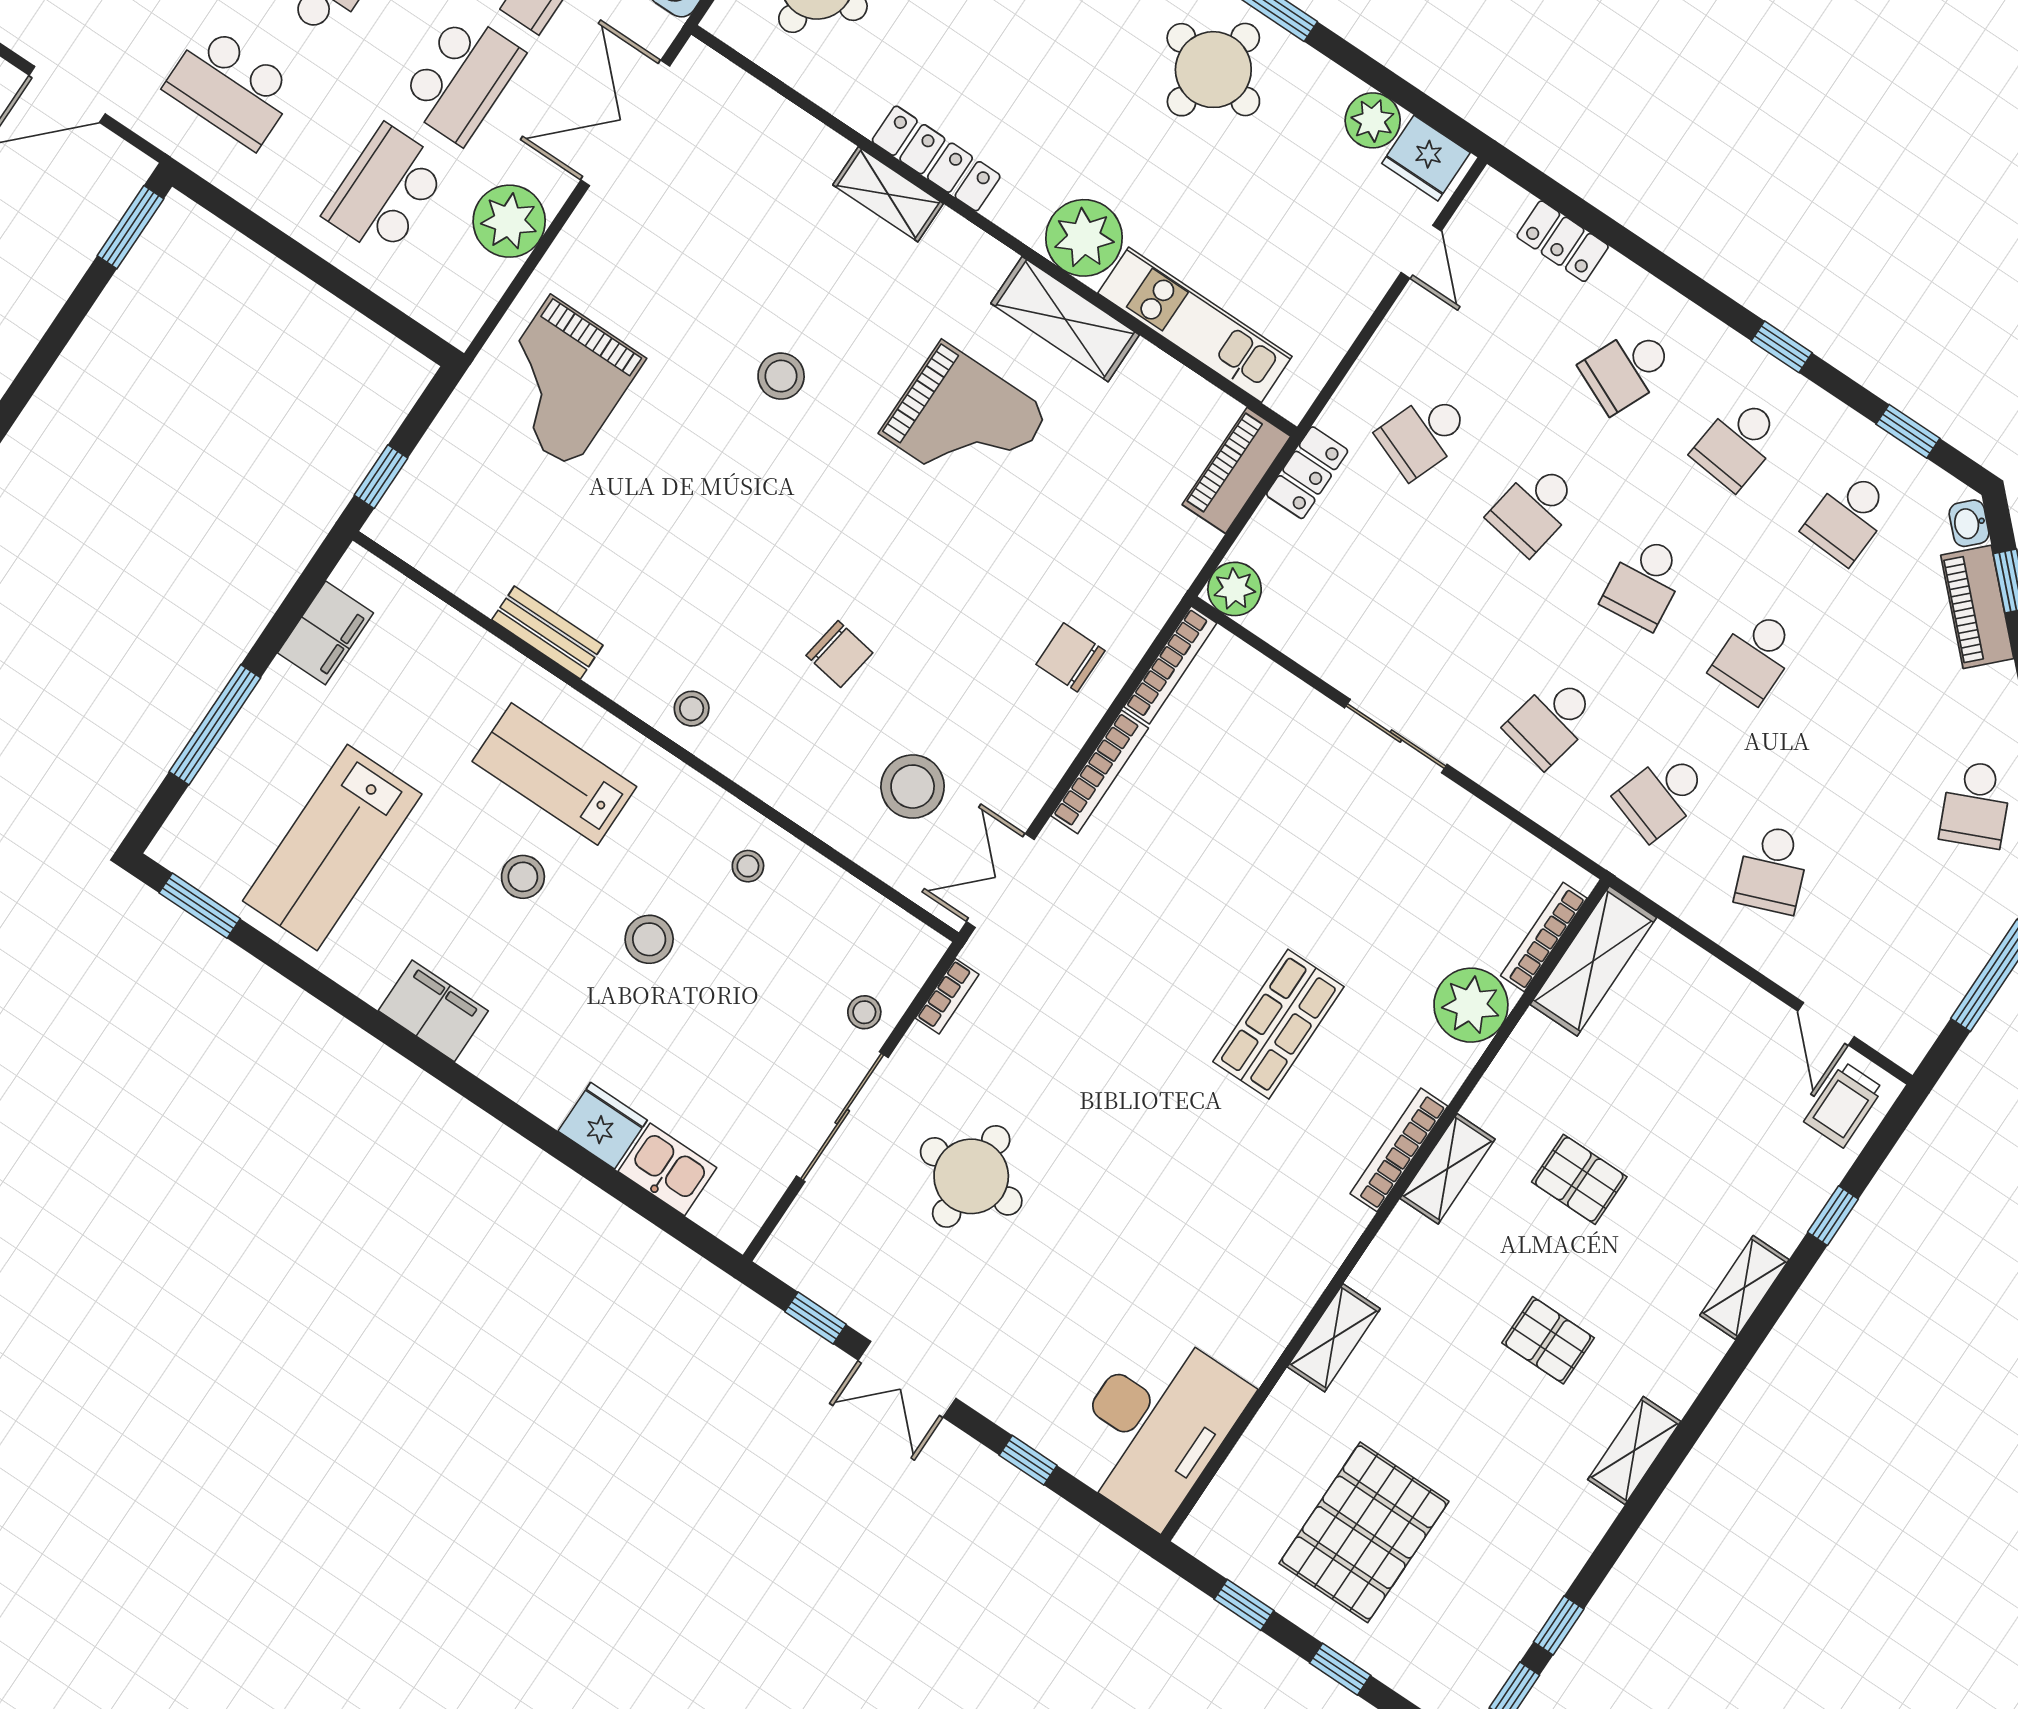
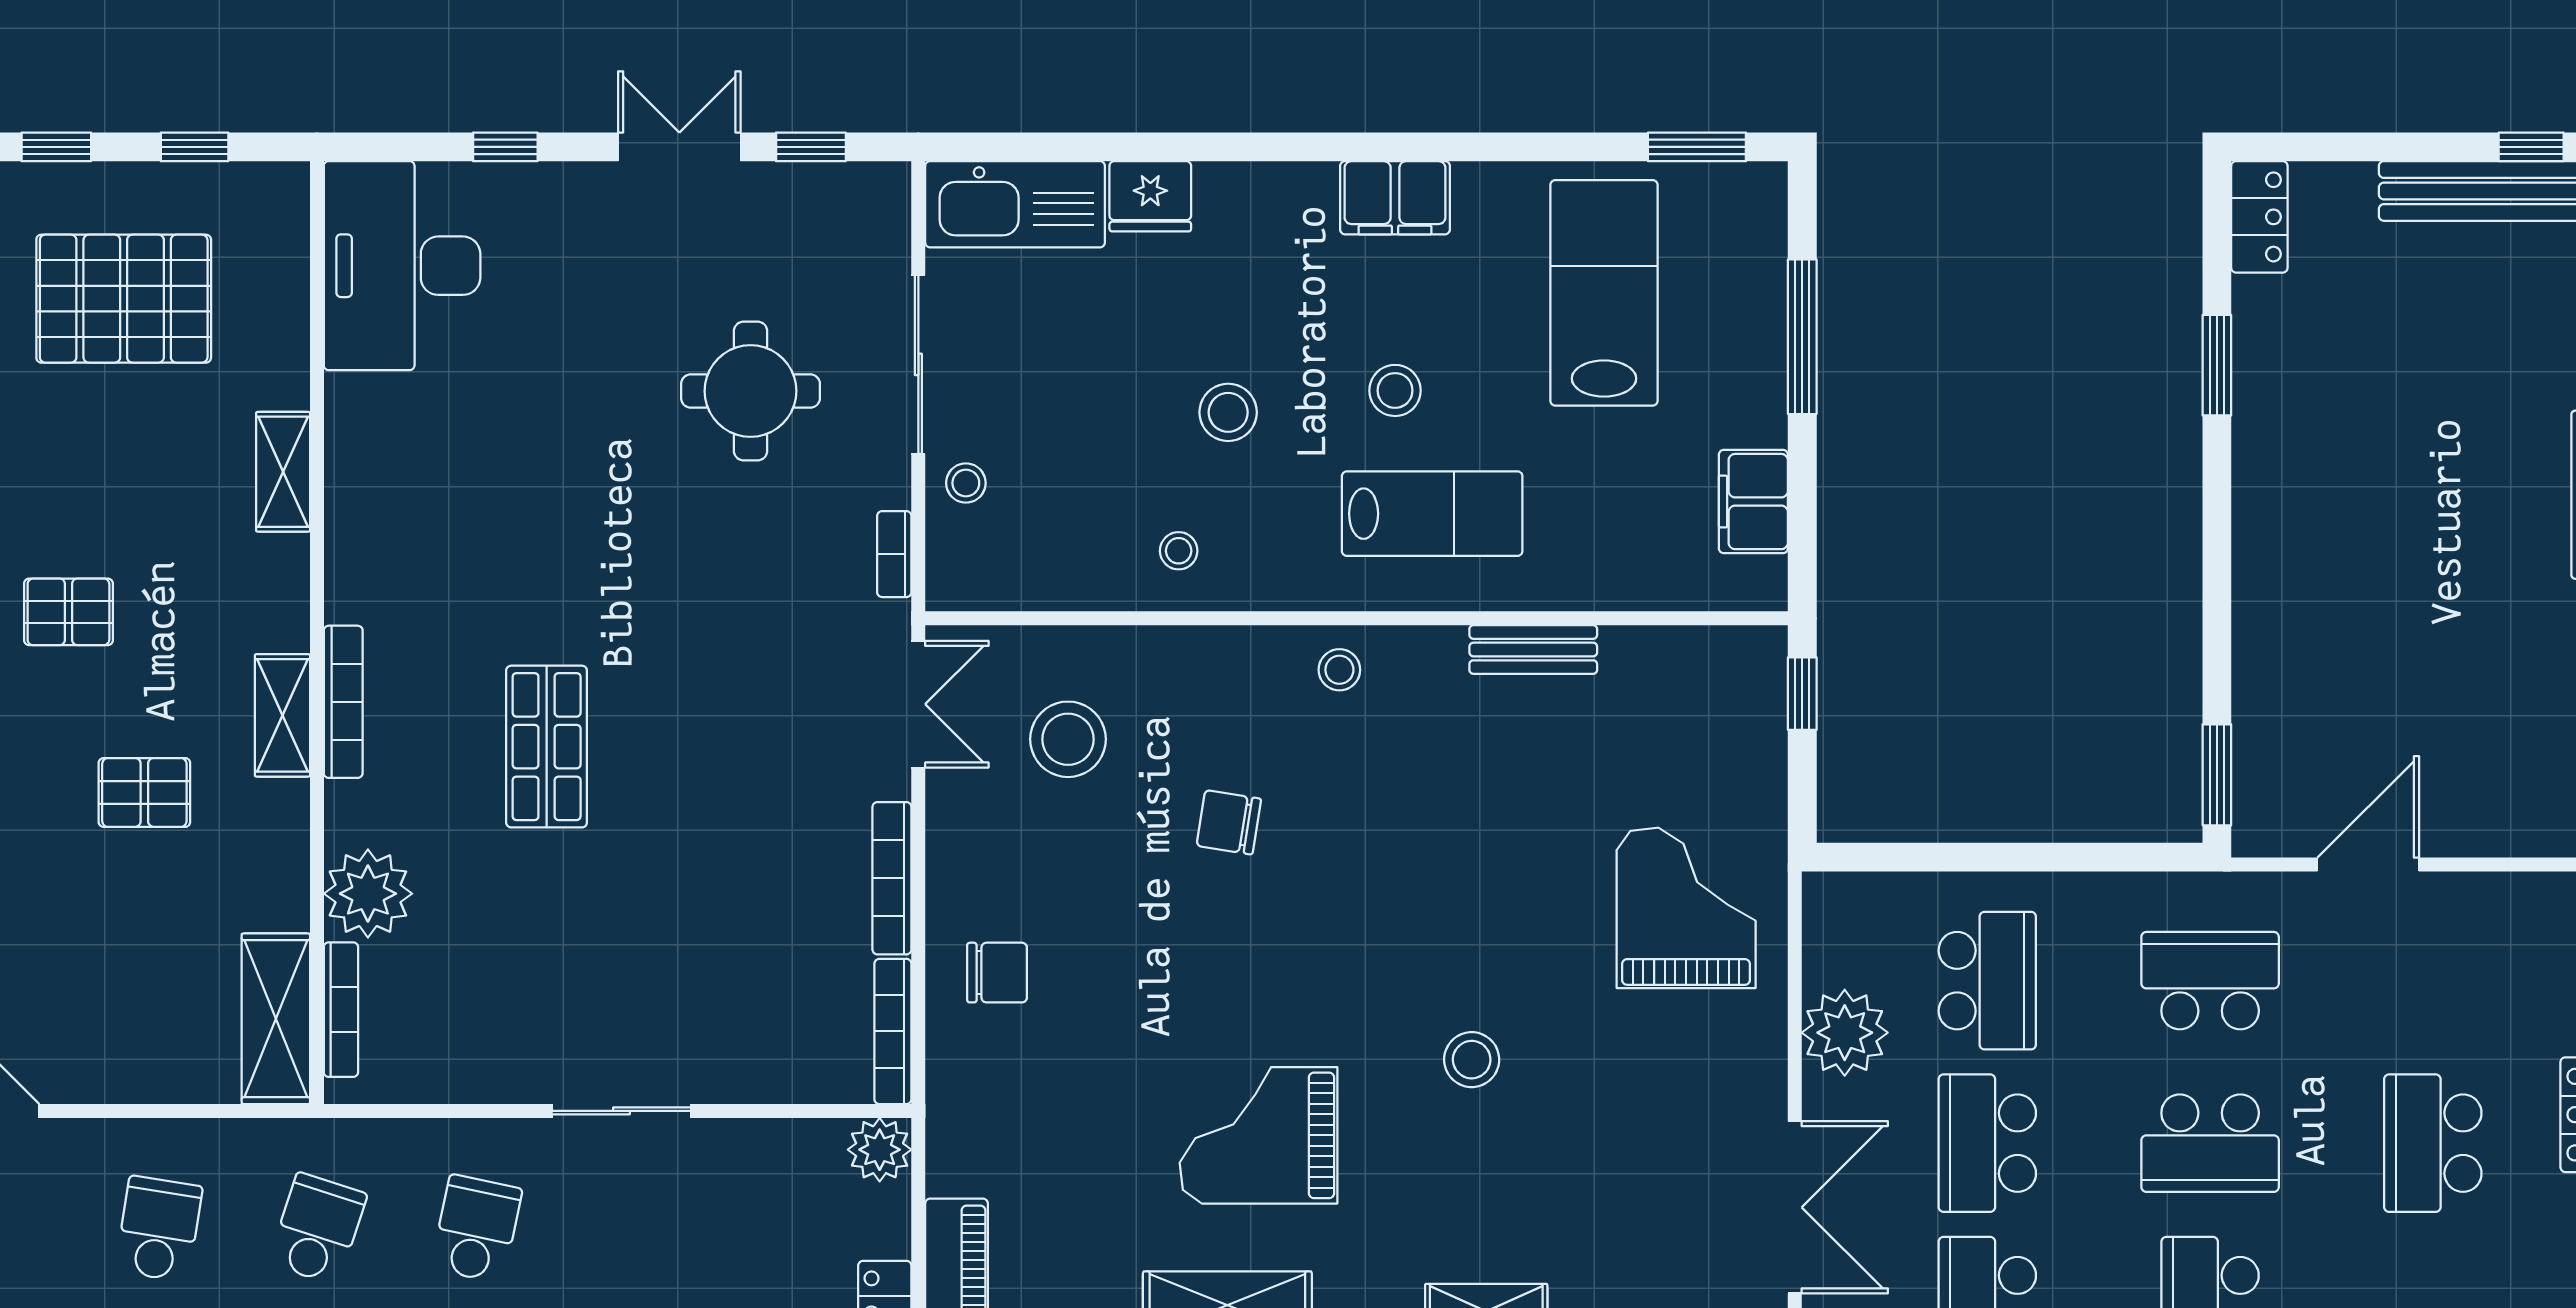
school desk: (1772, 869) -> (159, 1229), turned 30
kitchen sink: (667, 1169) -> (1015, 204), width x1.87, depth x1.24
pallet: (1364, 1532) -> (124, 299), turned 90

